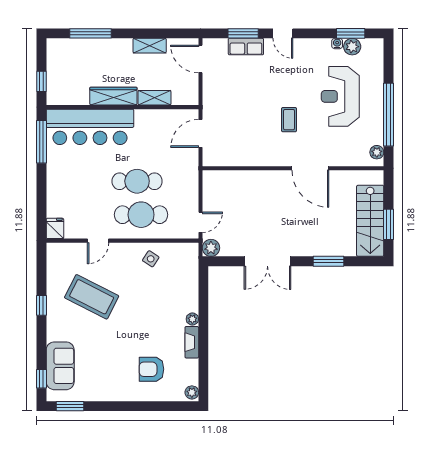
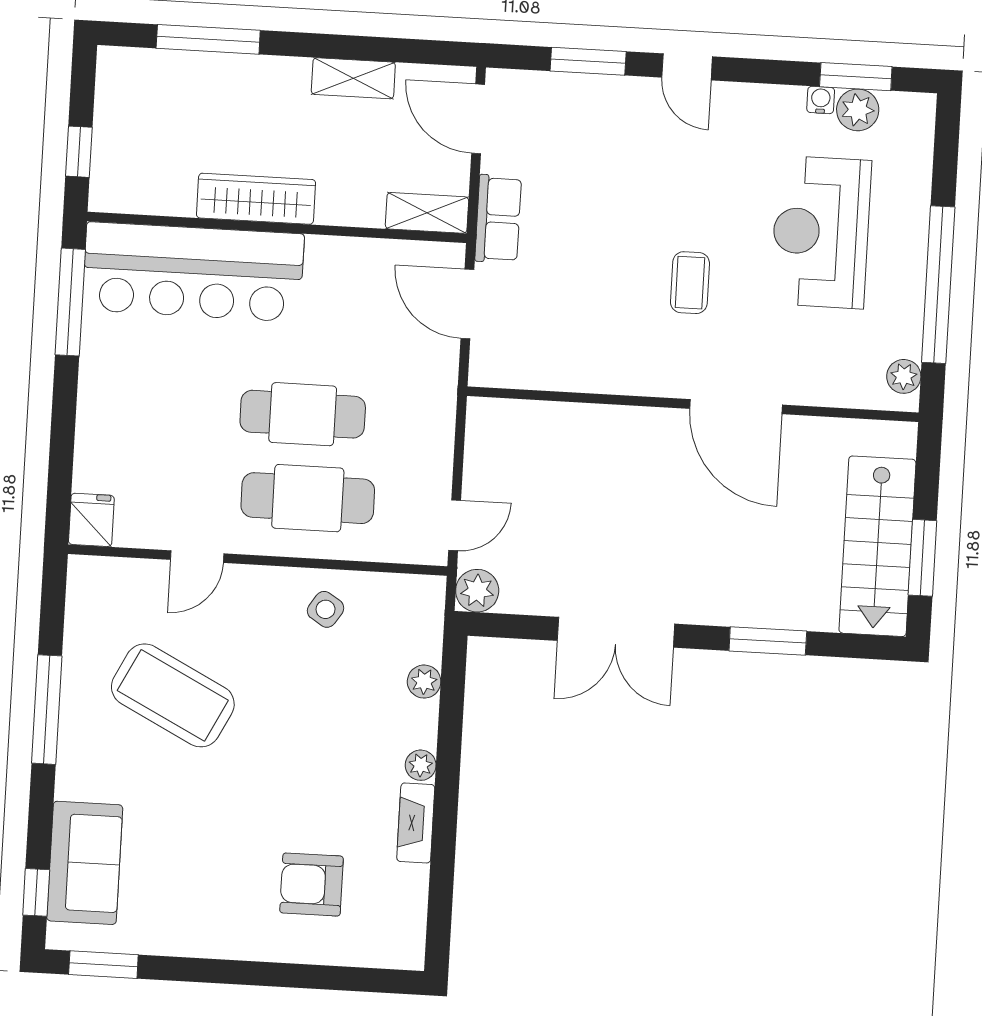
row of seats: (246, 47) -> (498, 219), moved, turned -90
shelving: (154, 98) -> (427, 213), moved
door: (200, 133) -> (467, 304), hinge flipped
window: (41, 305) -> (47, 710), width x2.17
plant: (192, 392) -> (424, 682), moved

